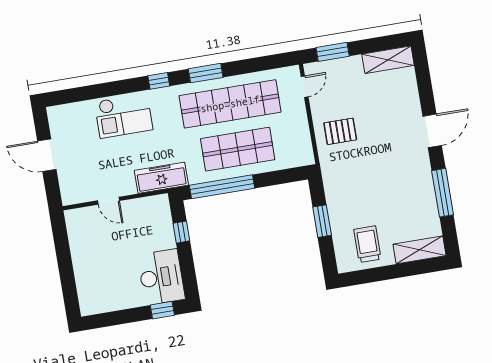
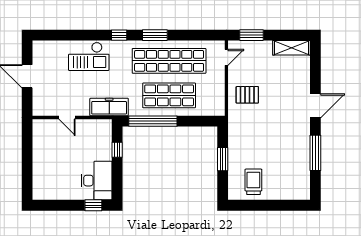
shelving: (419, 250) -> (291, 192), removed

